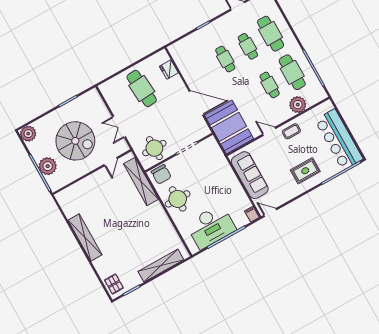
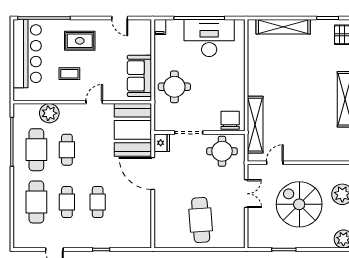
fridge: (169, 70) -> (162, 143), moved
door: (269, 131) -> (94, 102), swing flipped
coffee table: (291, 131) -> (69, 74), moved
sofa: (250, 175) -> (139, 76), width x0.73
round table: (178, 199) -> (174, 87), moved
door: (270, 213) -> (120, 18), moved

